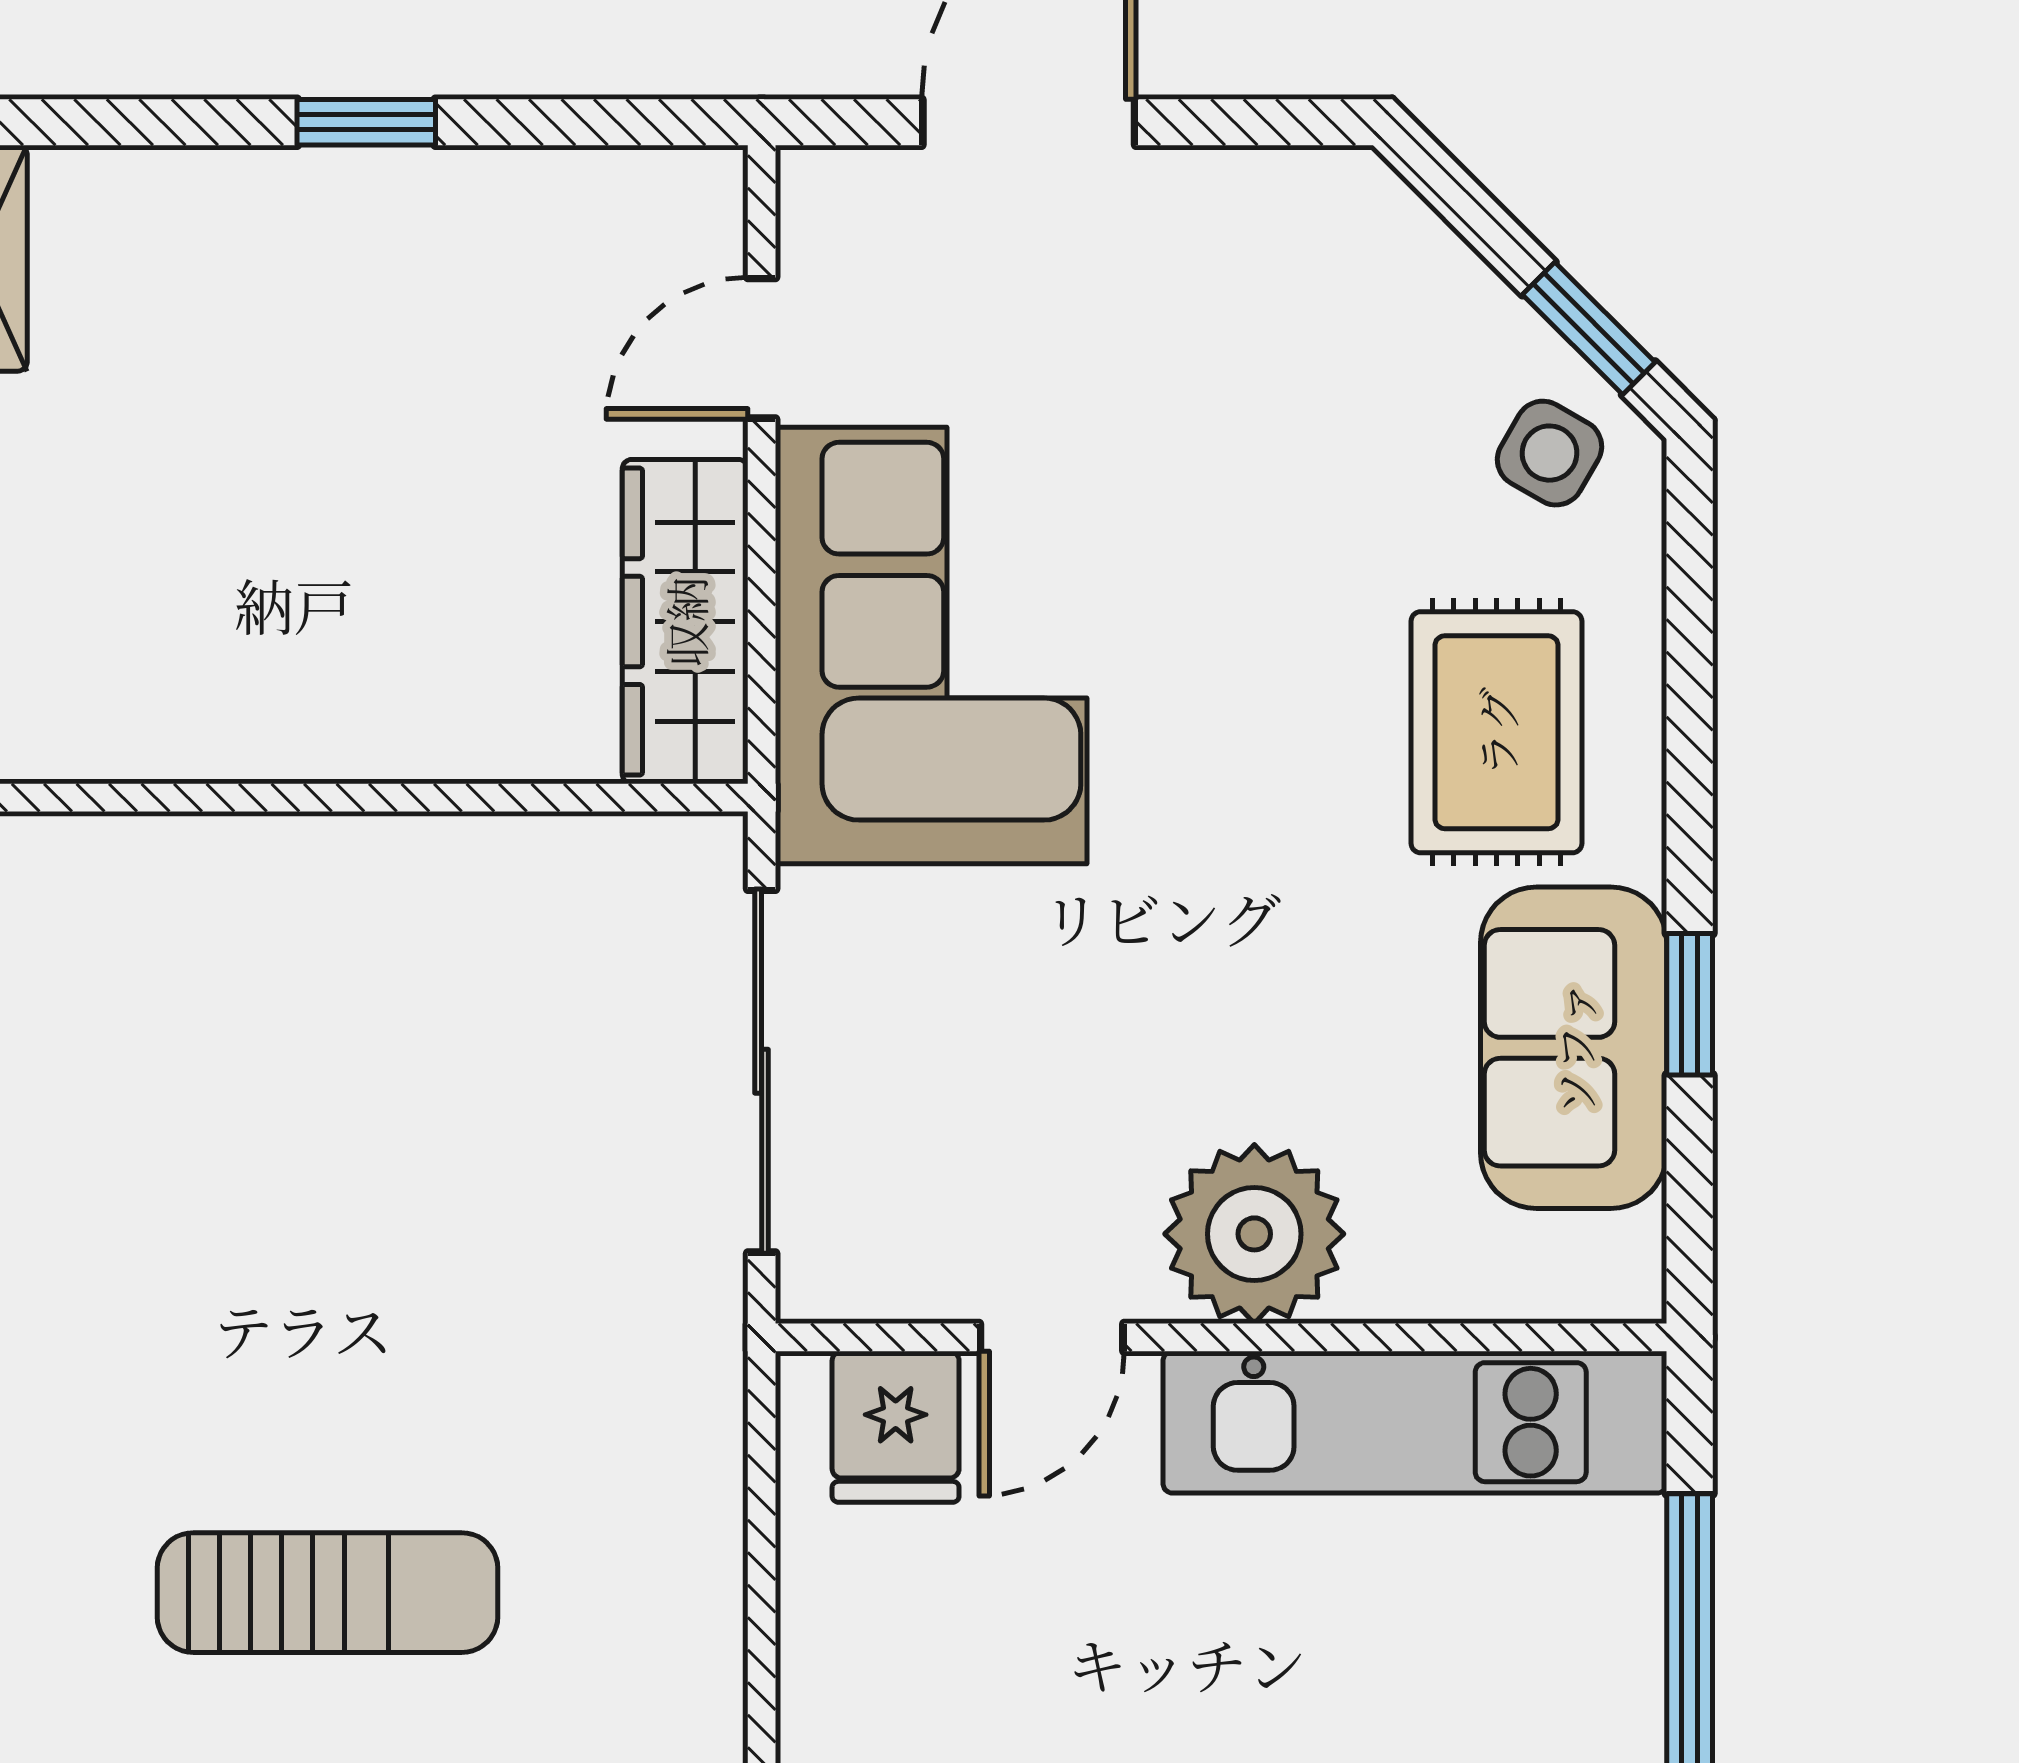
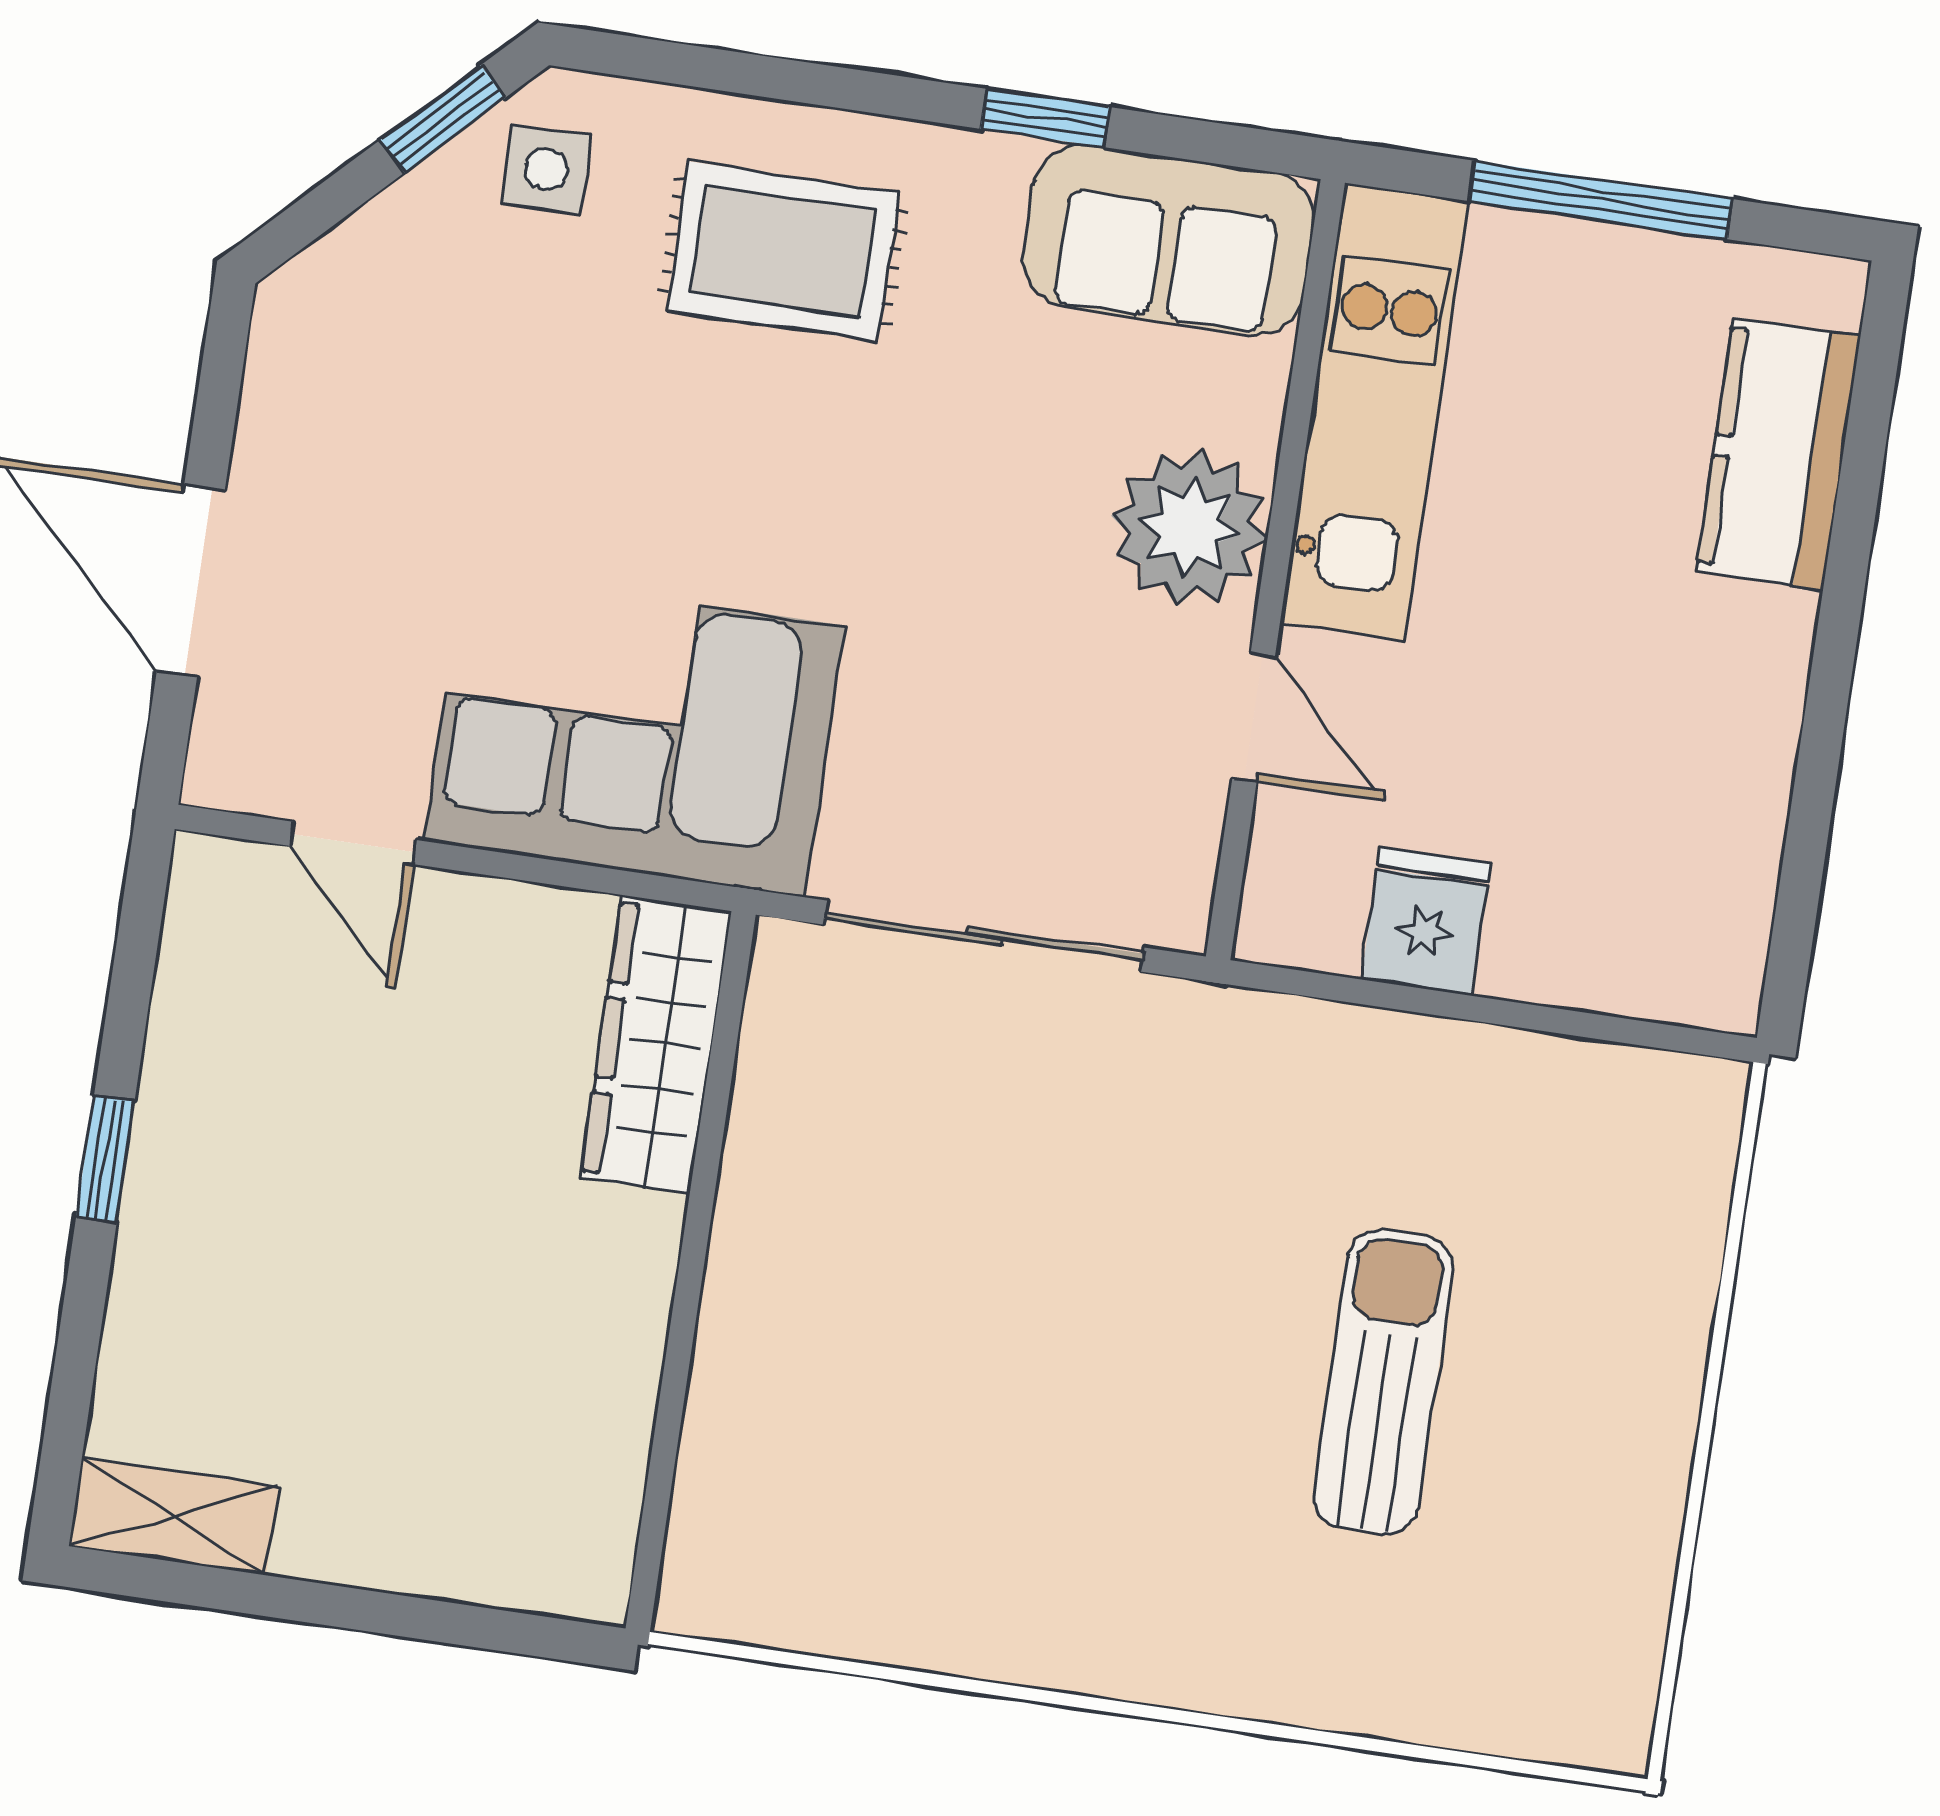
side table: (1549, 453) -> (546, 169), turned -30
wardrobe: (685, 622) -> (656, 1045), moved, turned 90
sofa: (1574, 1048) -> (1169, 240), moved
fridge: (896, 1427) -> (1426, 922), moved, turned -90

